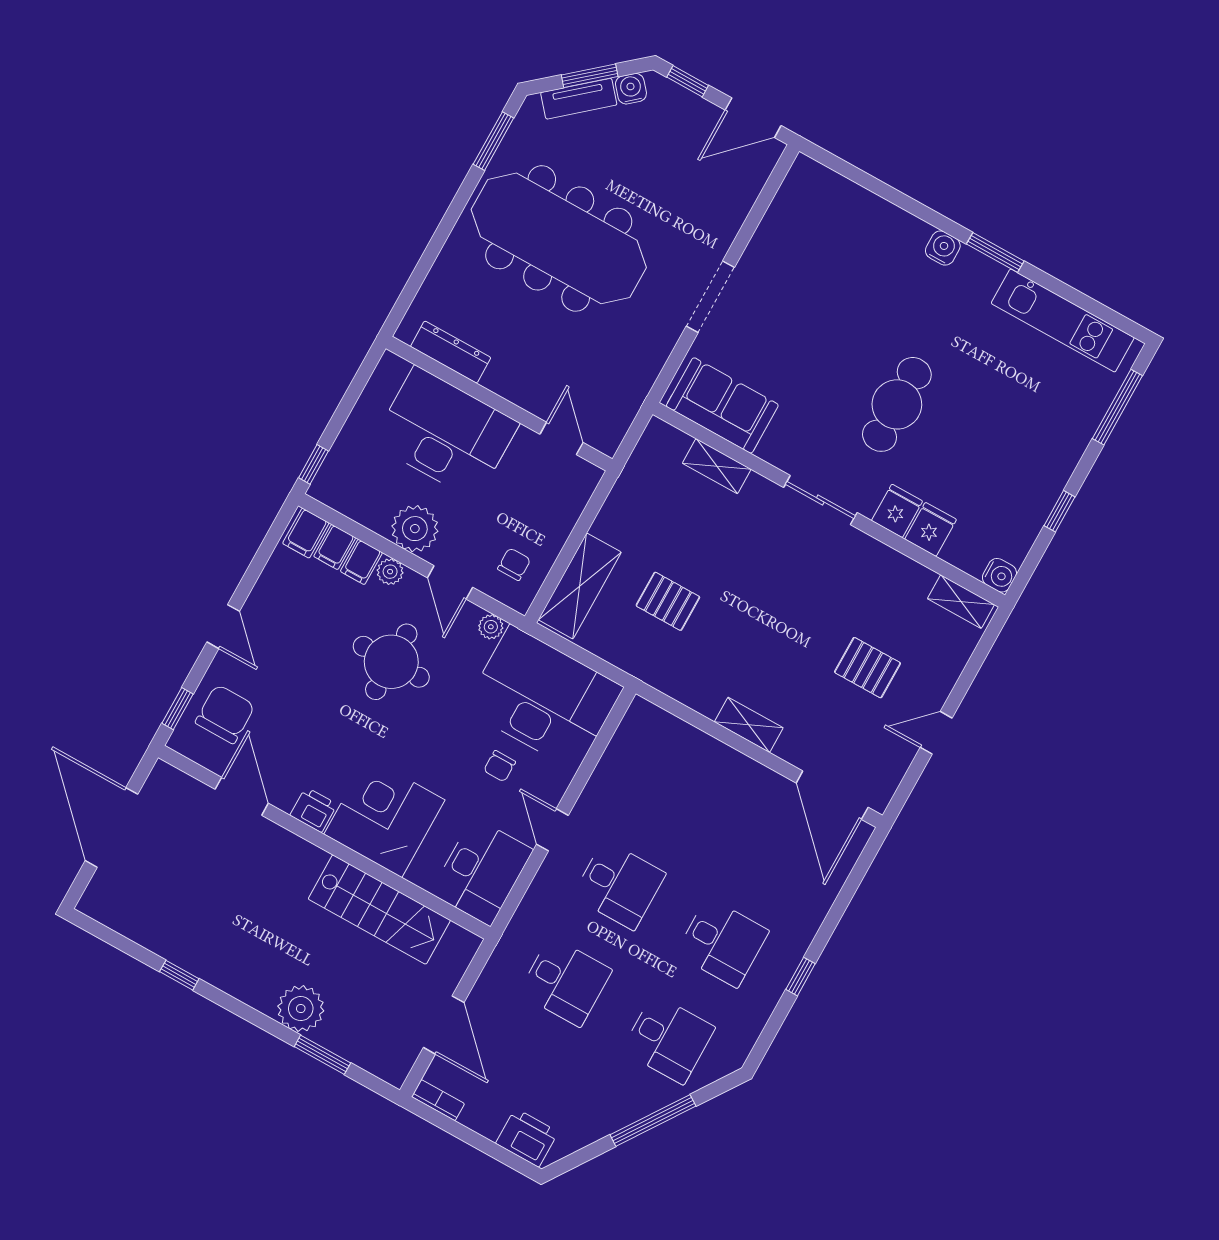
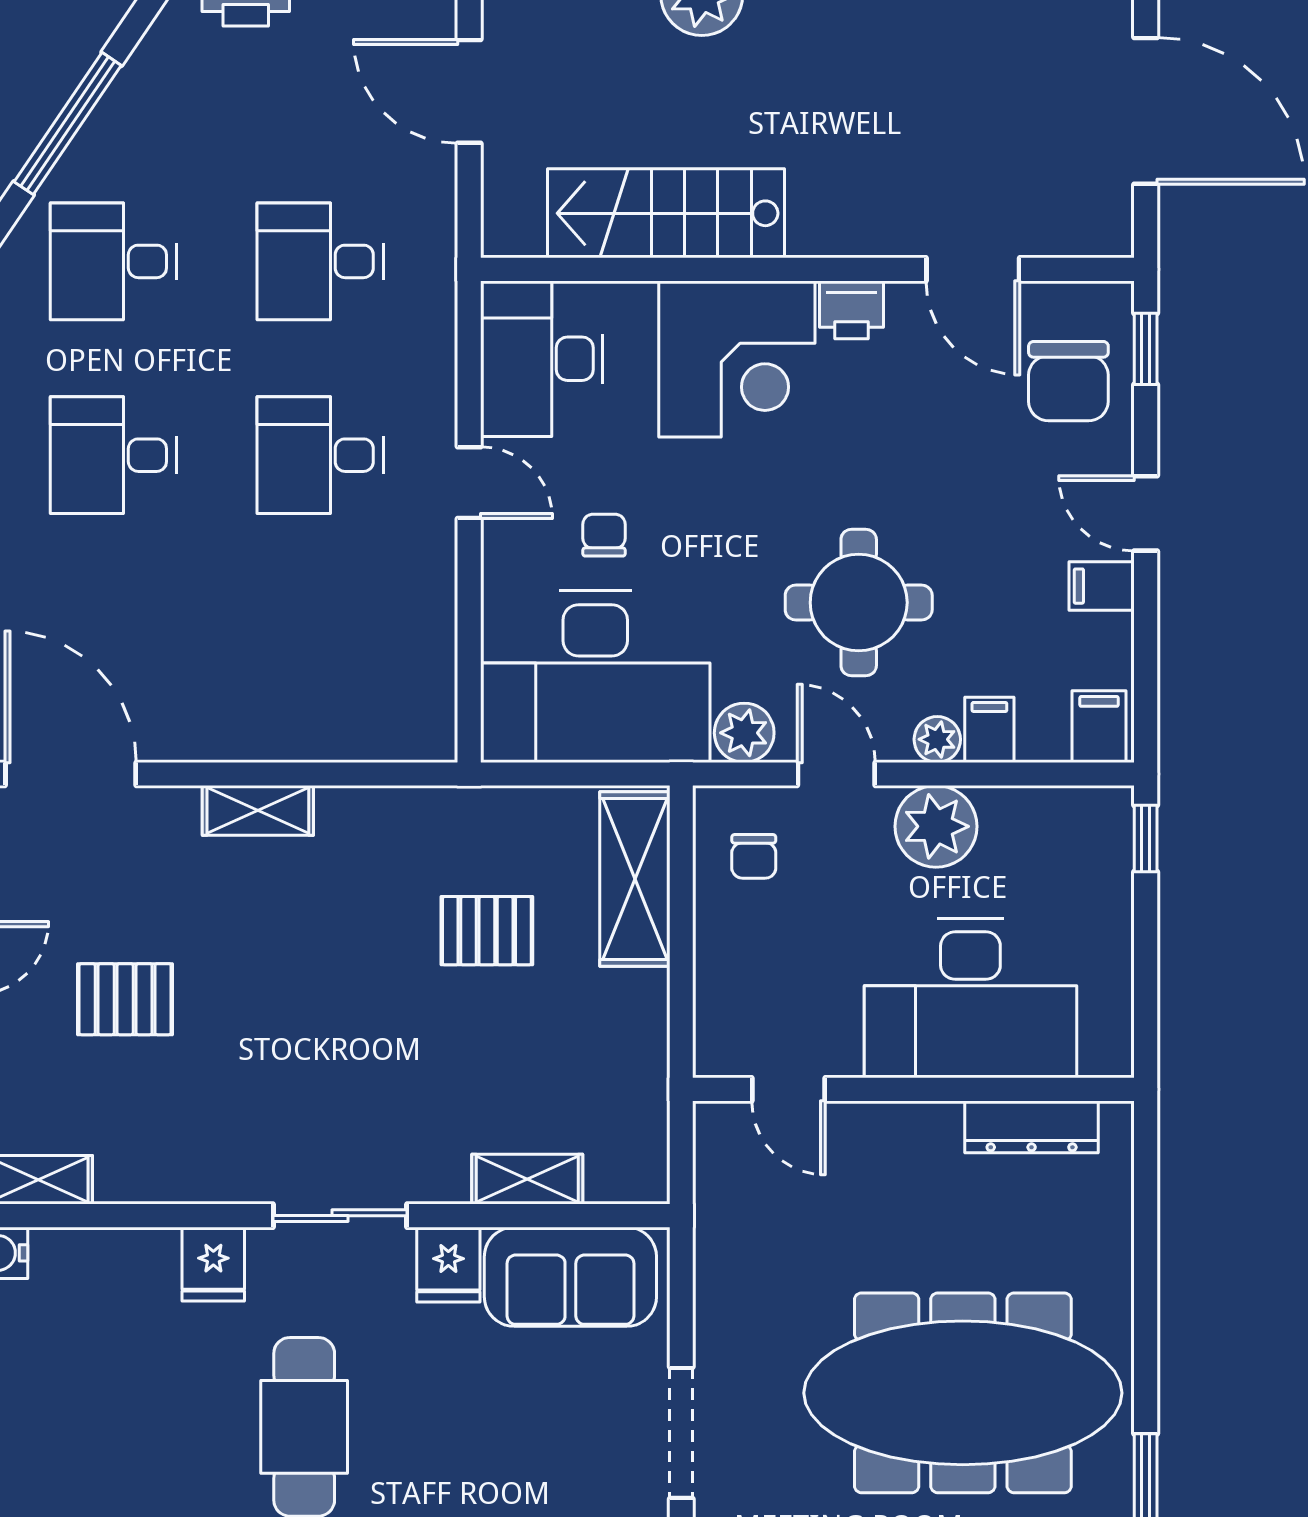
fridge: (931, 529) -> (448, 1265), moved
filing cabinet: (335, 547) -> (1102, 586), moved, turned -90
plant: (491, 627) -> (744, 733), width x1.38, depth x1.38

